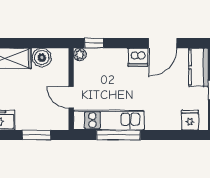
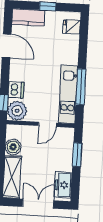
plant: (80, 54) -> (17, 111), width x1.87, depth x1.87
dishwasher: (138, 57) -> (16, 90), moved

